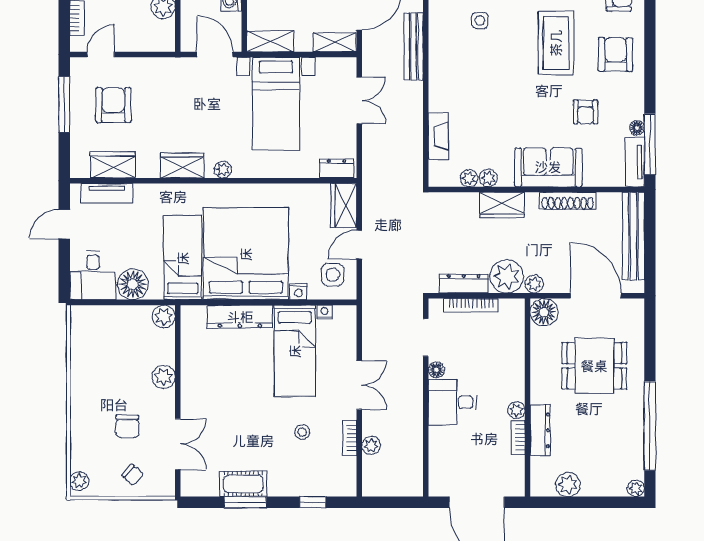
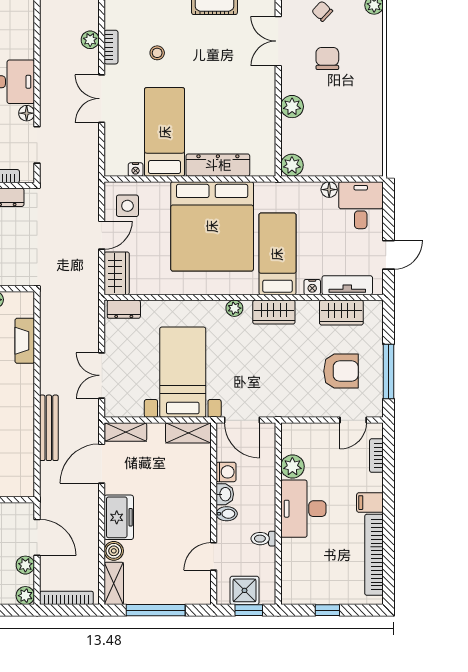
armchair: (113, 105) -> (341, 371), turned -90
bed: (183, 258) -> (277, 254), moved, turned 180
floor lamp: (133, 284) -> (329, 190), width x0.53, depth x0.53
nightstand: (298, 292) -> (312, 287), moved, turned 180

